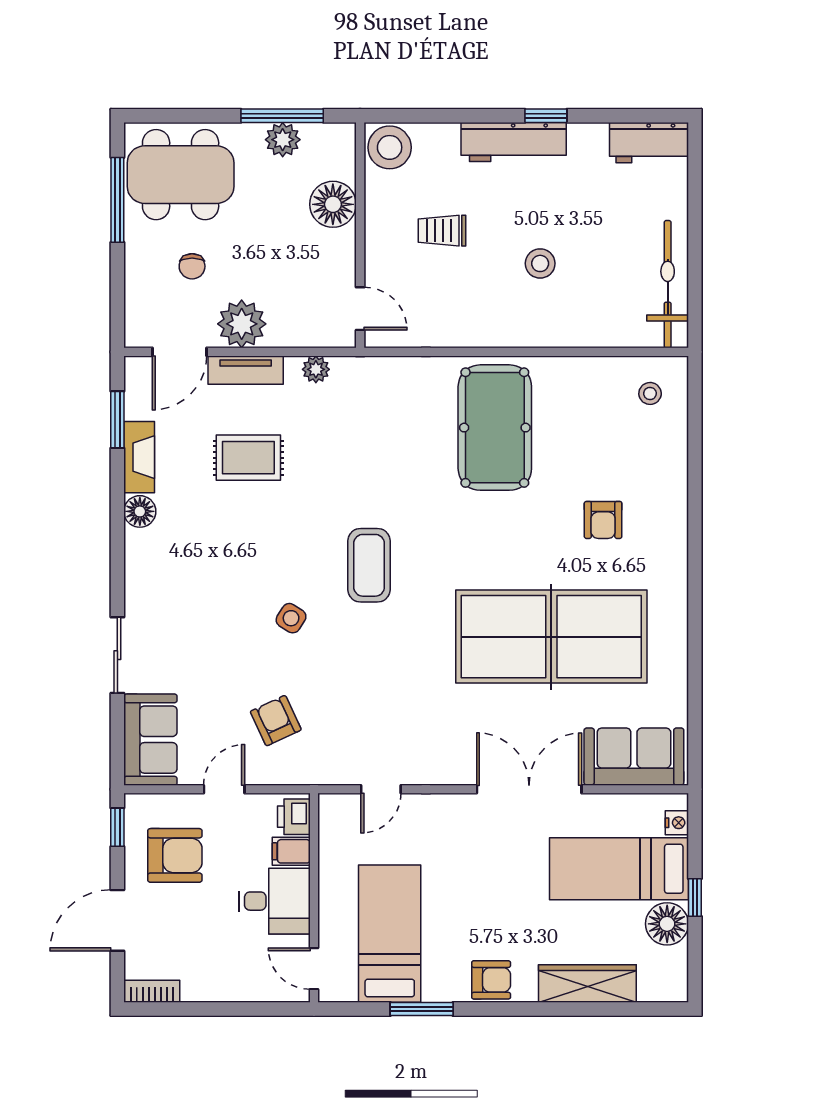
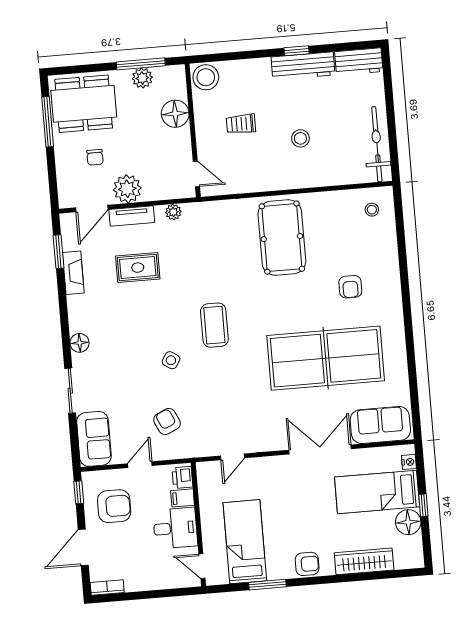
workbench: (514, 142) -> (303, 66), moved
floor lamp: (140, 511) -> (80, 343), moved

